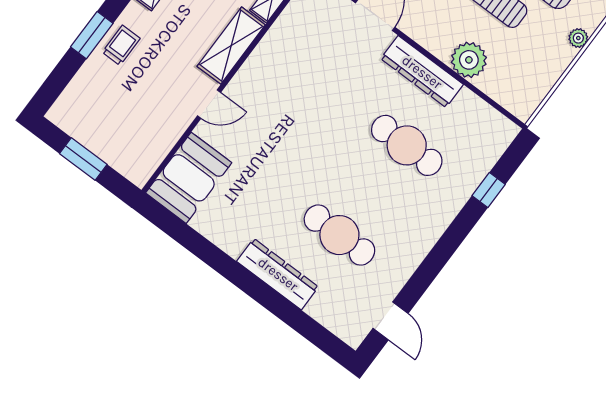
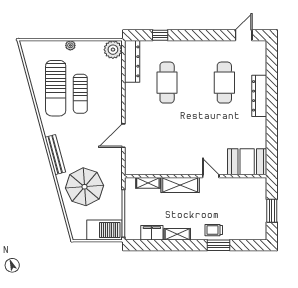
plant: (469, 60) -> (113, 50), moved
dresser: (422, 72) -> (132, 61), moved

